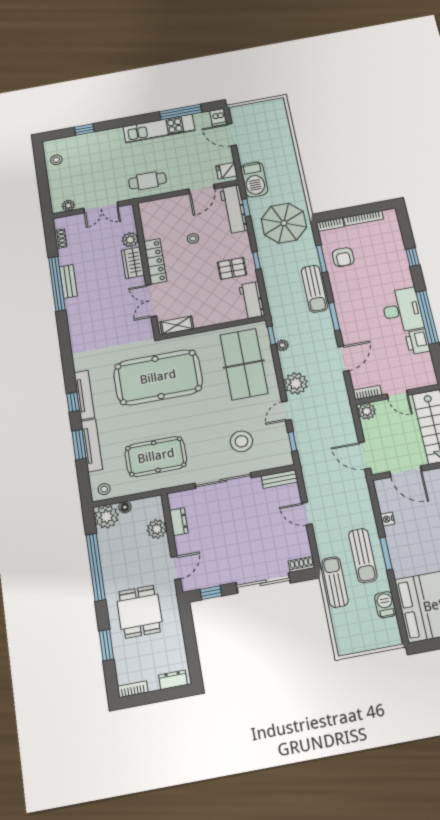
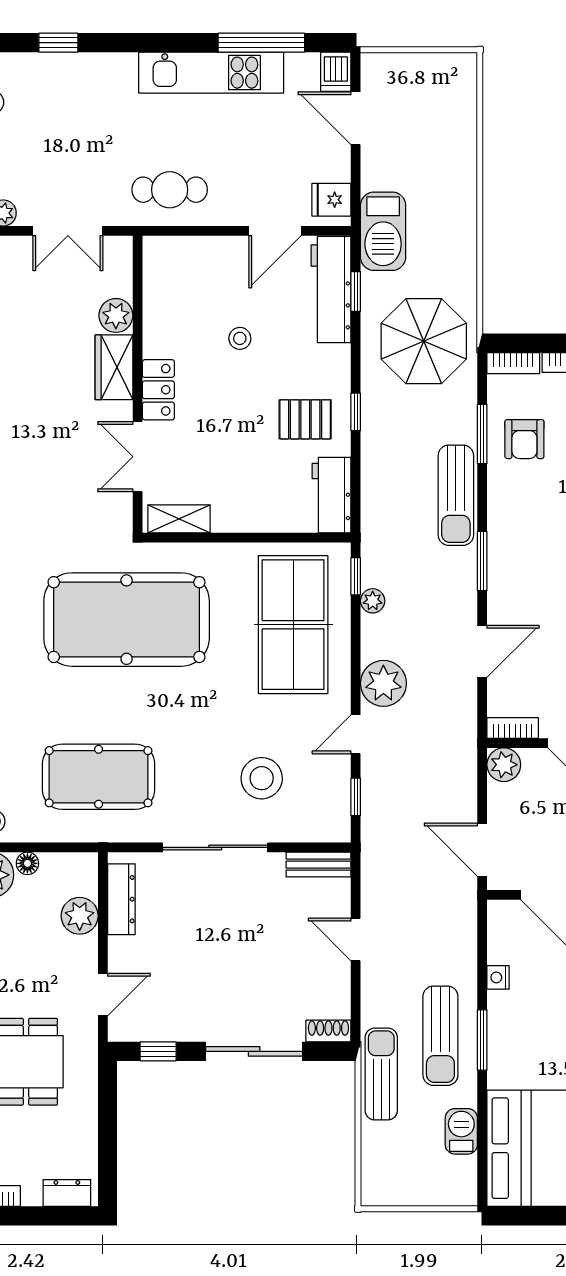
locker: (155, 261) -> (158, 390), width x0.66
dresser: (179, 522) -> (121, 899), width x1.44

